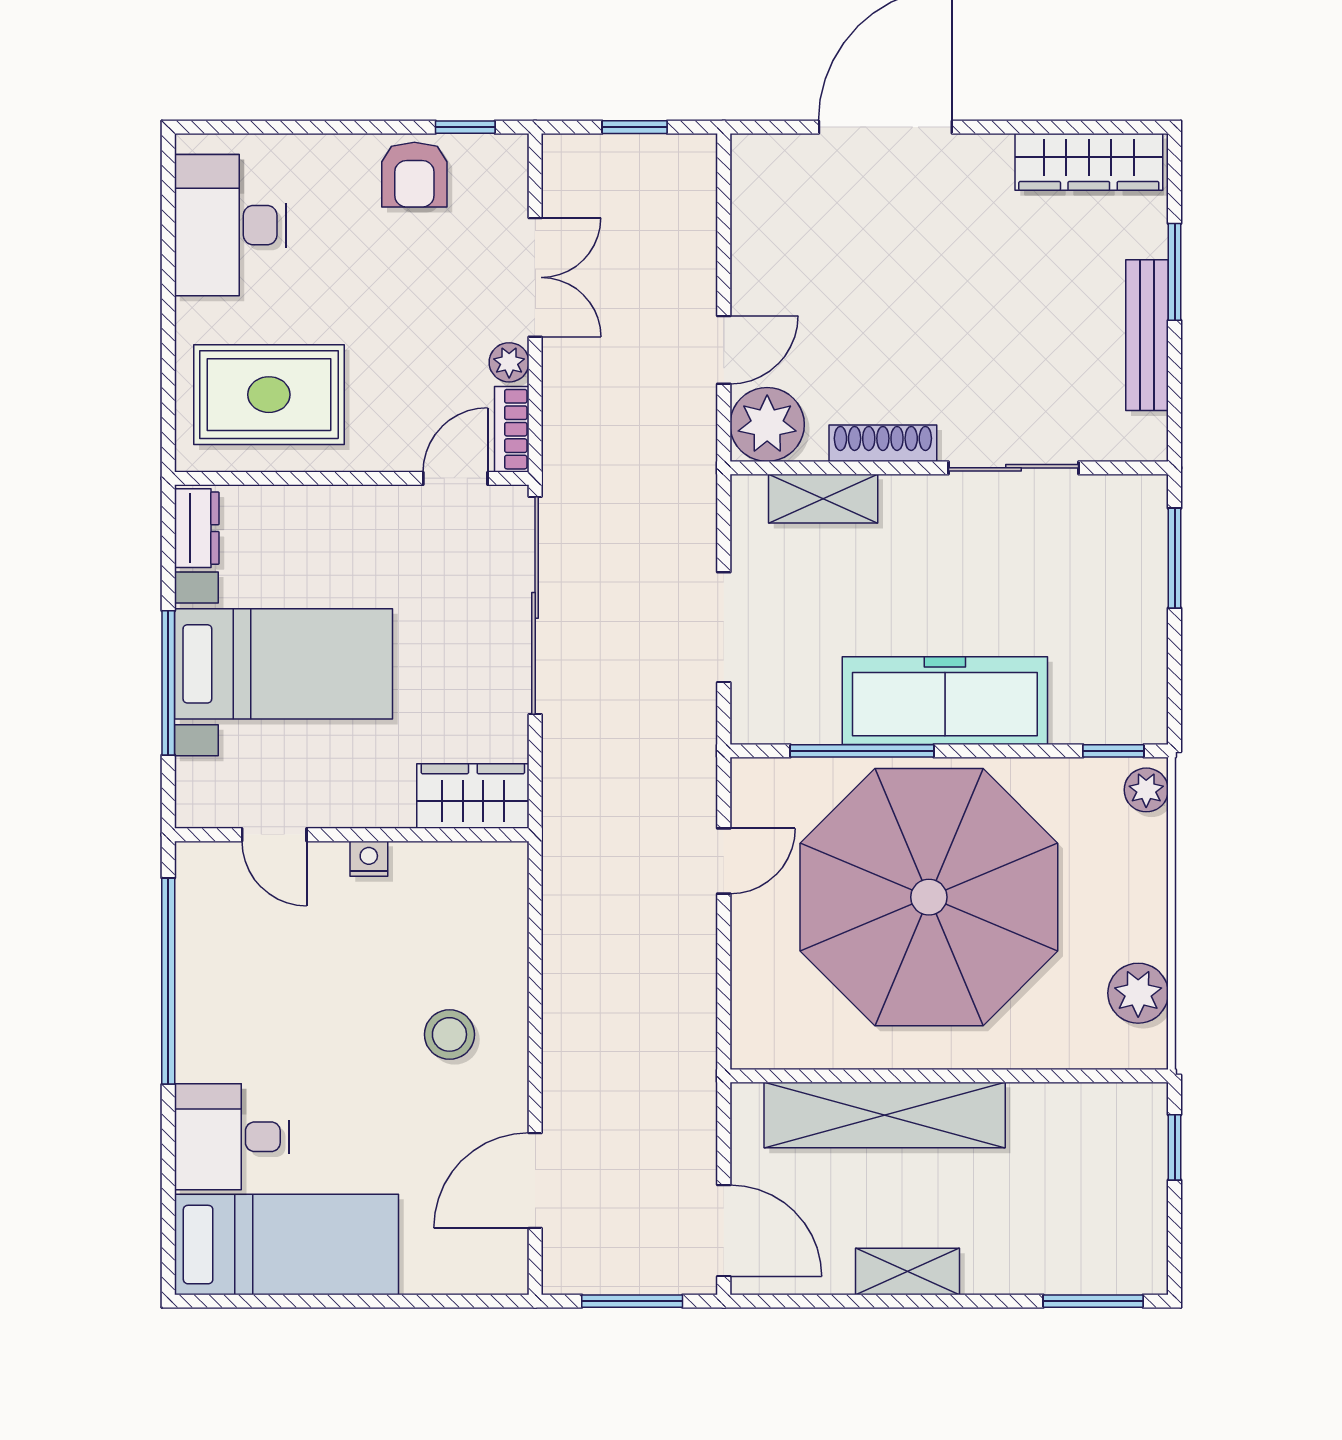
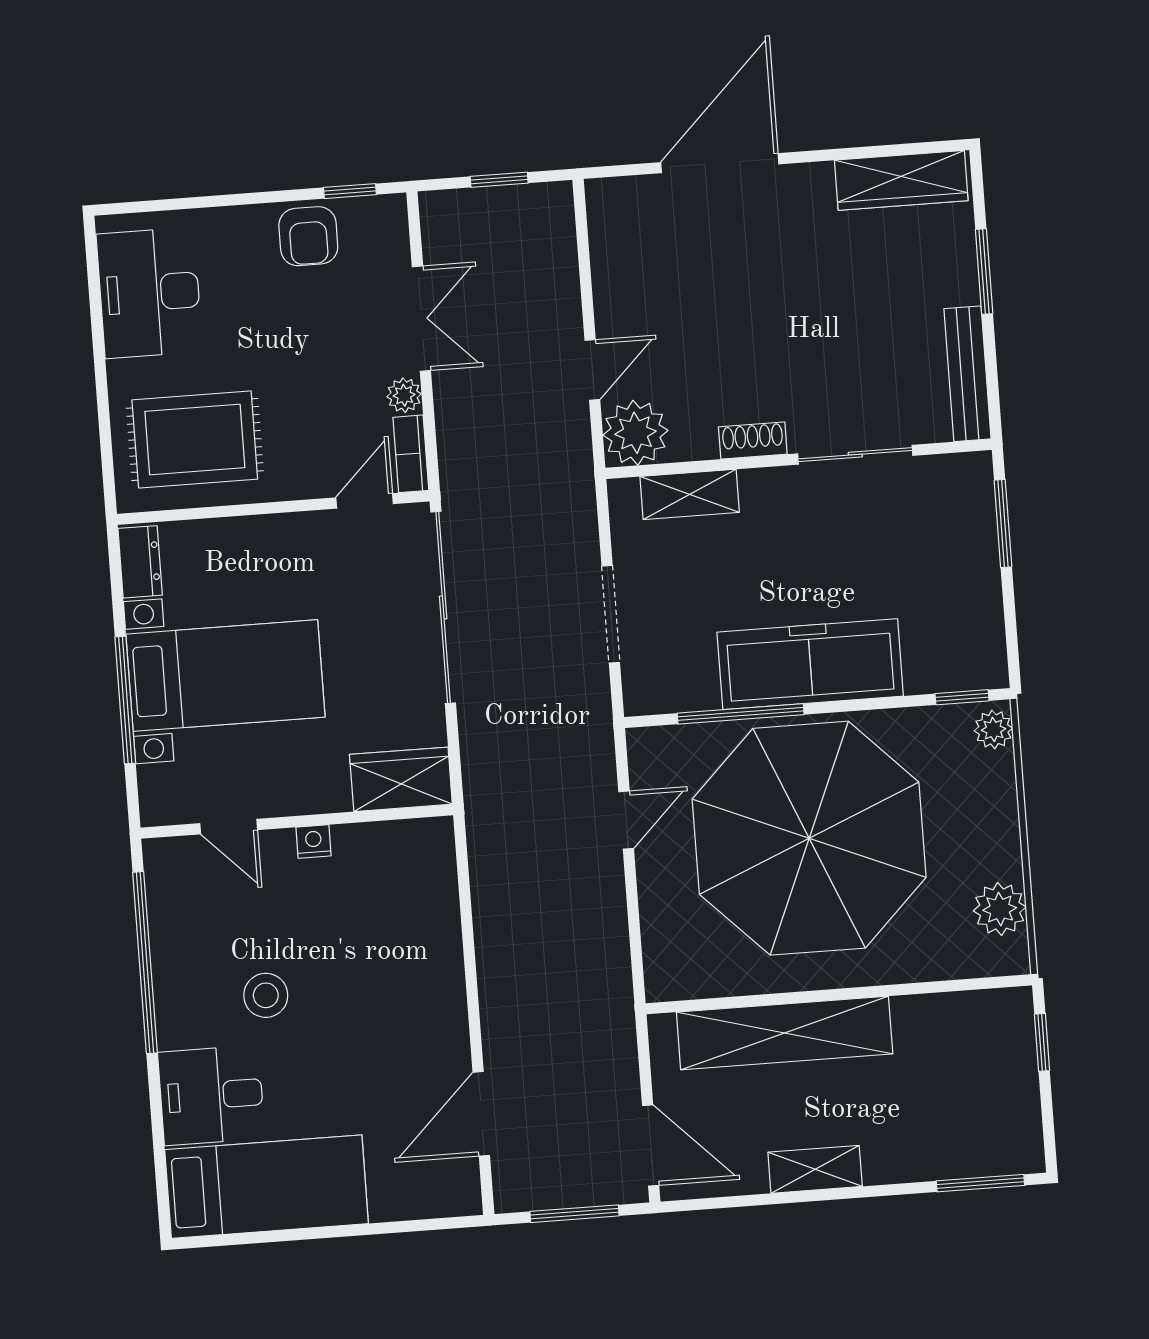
bench: (1147, 335) -> (967, 374), moved
shoe rack: (883, 443) -> (753, 441), width x0.70
stool: (449, 1034) -> (266, 995), moved

